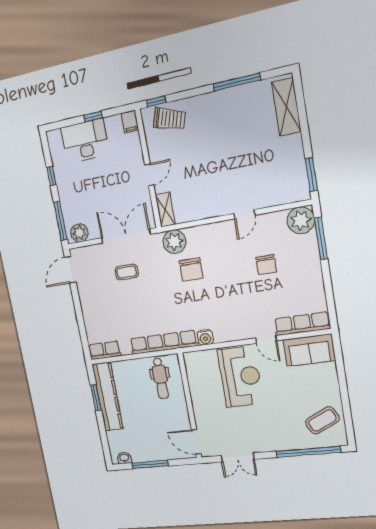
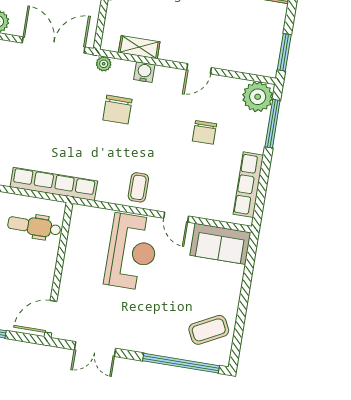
shelving: (165, 210) -> (139, 47), moved, turned 90
plant: (174, 242) -> (104, 64), width x0.53, depth x0.53
coffee table: (127, 272) -> (138, 187), moved, turned 90
row of seats: (302, 324) -> (248, 185), moved, turned -90
water cooler: (205, 337) -> (144, 72), moved, turned 180
dental chair: (160, 378) -> (34, 226), turned 90
door: (196, 442) -> (51, 317), hinge flipped

